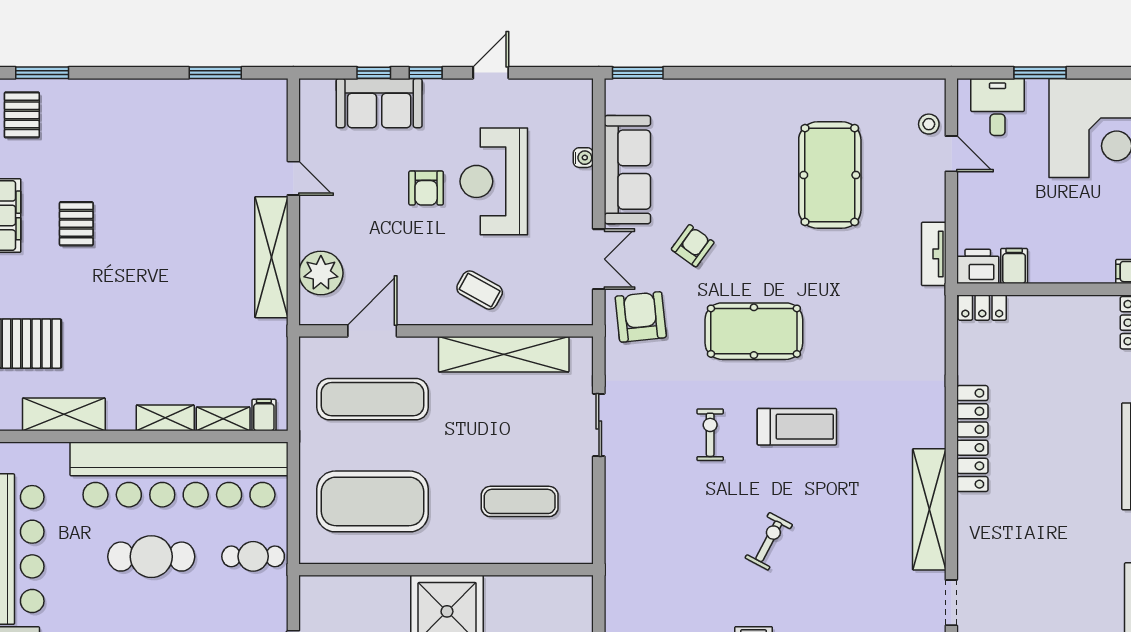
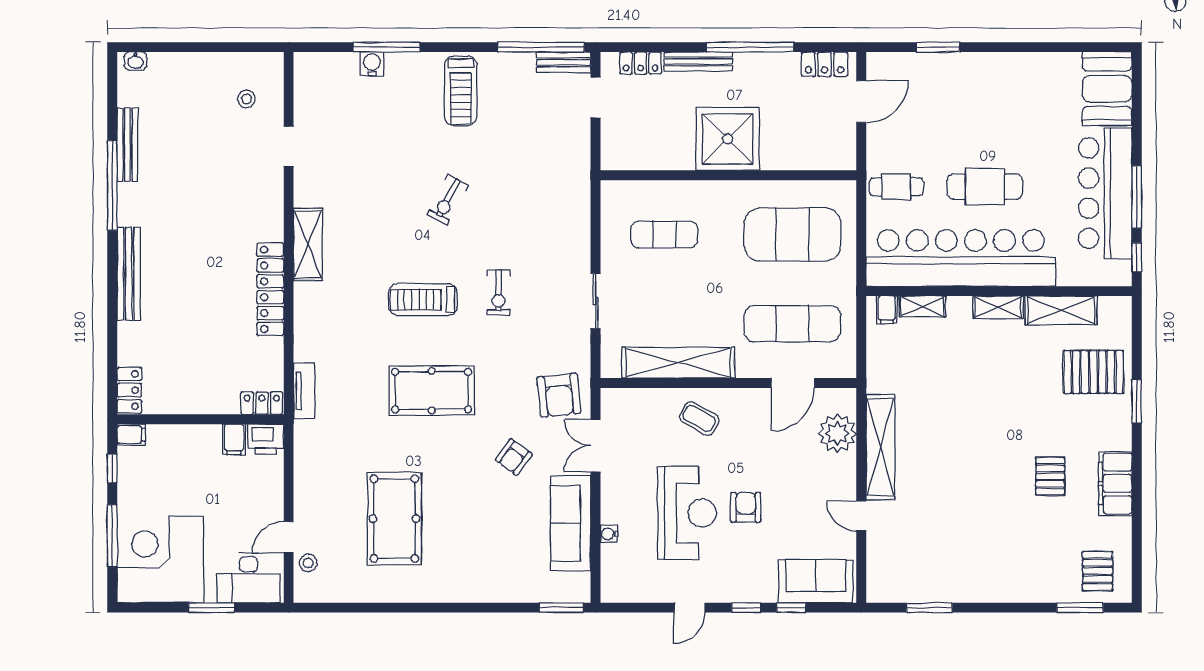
sofa: (379, 103) -> (816, 581), moved
desk: (998, 107) -> (248, 578), width x1.37
door: (951, 154) -> (289, 537), hinge flipped
tv unit: (934, 254) -> (304, 391), moved
pool table: (754, 331) -> (432, 391), moved
shelving: (165, 418) -> (998, 307), moved
shelving: (929, 509) -> (308, 244), width x0.68

